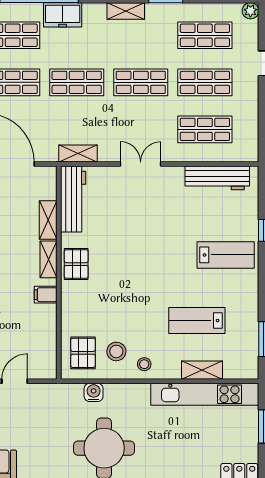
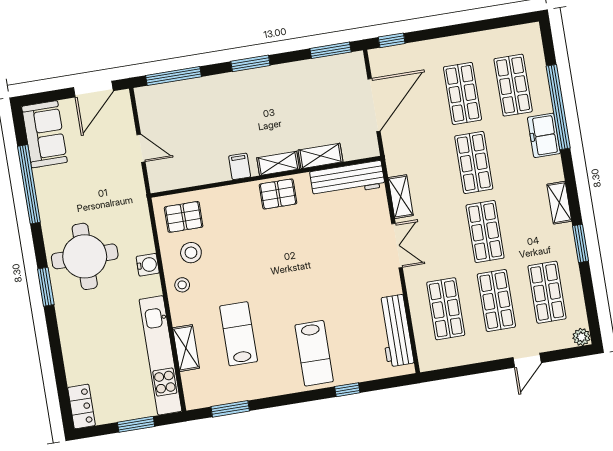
shelving: (78, 153) -> (401, 197), moved
water cooler: (94, 392) -> (148, 265), moved

